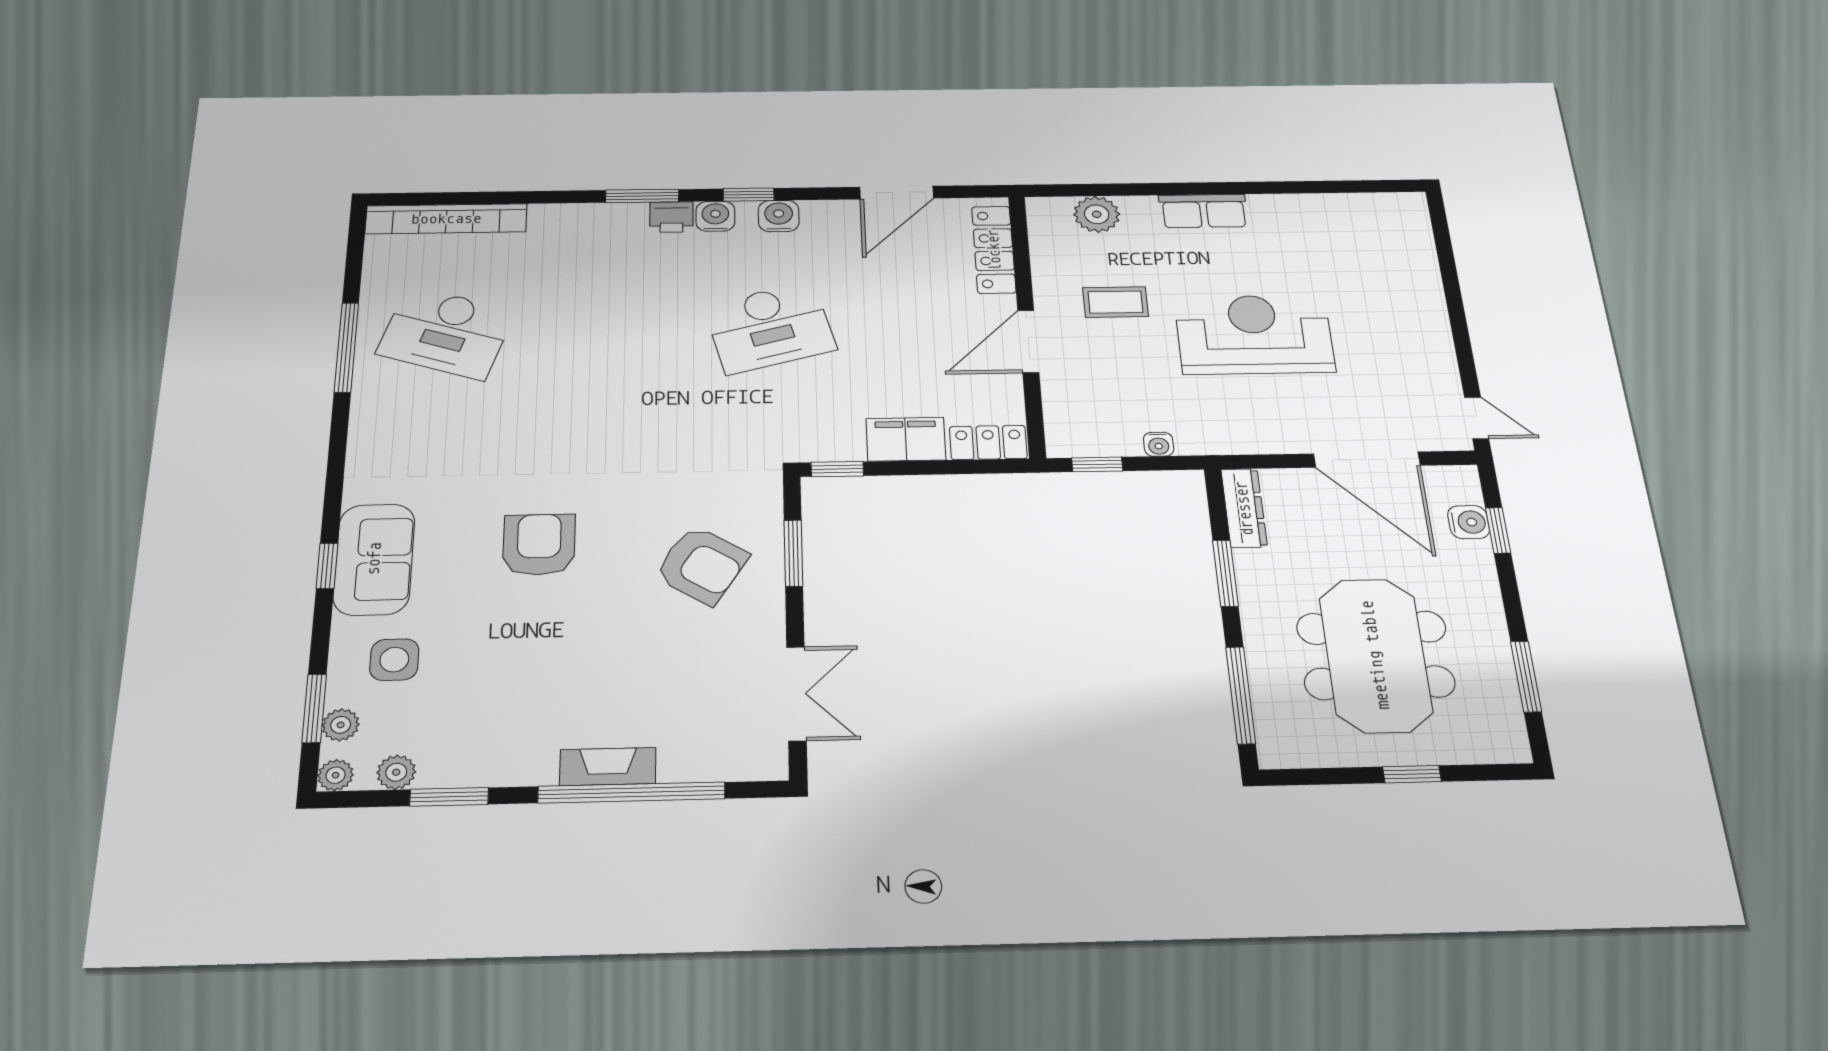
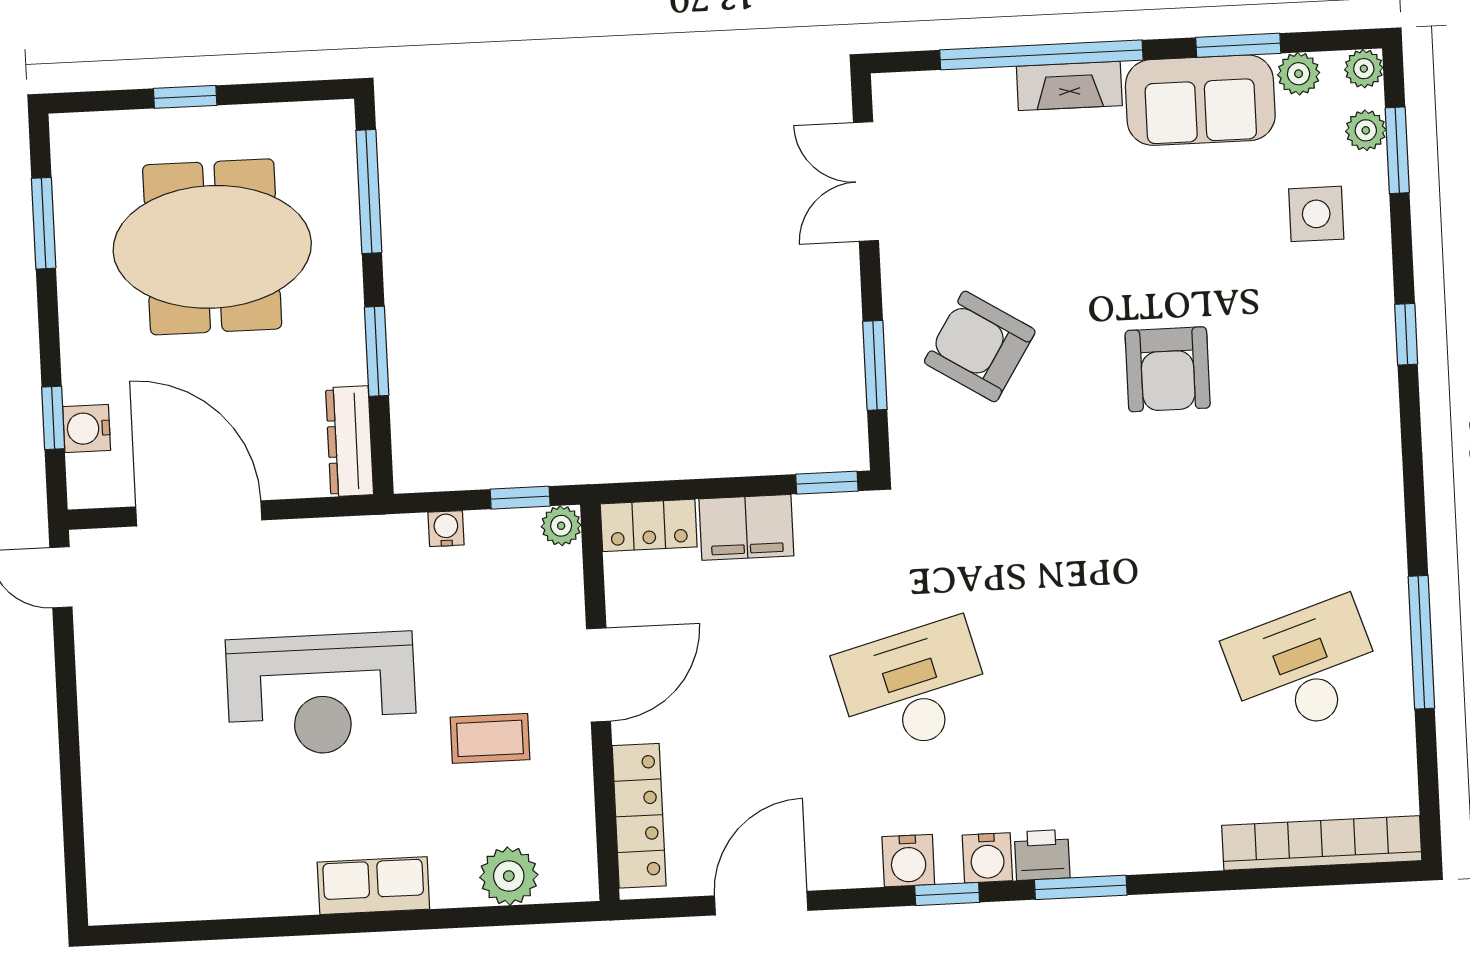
desk: (446, 333) -> (1304, 668), turned -36
plant: (1062, 444) -> (561, 526), added
sofa: (374, 559) -> (1200, 100), moved, turned -90
meeting table: (1375, 655) -> (212, 247), turned 90

